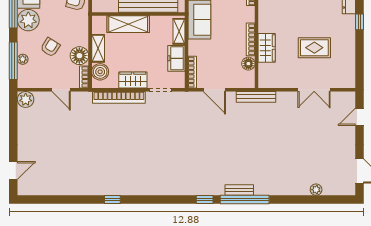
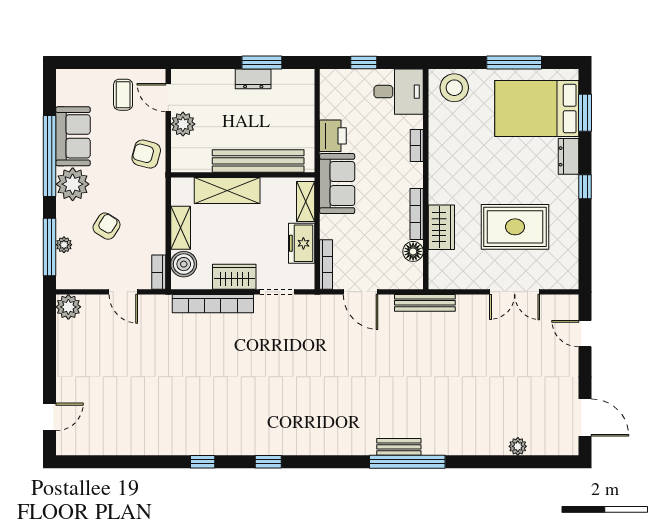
rug: (314, 48) -> (515, 227), width x1.36, depth x1.43
floor lamp: (79, 56) -> (152, 239), removed
door: (359, 117) -> (585, 334), hinge flipped
window: (205, 199) -> (268, 462), moved

